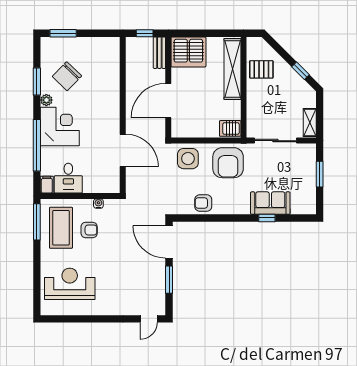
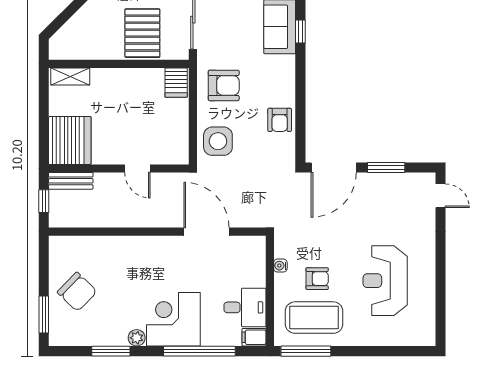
shelving: (232, 69) -> (70, 77), width x0.45, depth x0.75
pallet: (261, 69) -> (142, 33), moved, width x1.50, depth x1.42
chair: (67, 76) -> (77, 292), moved
door: (168, 101) -> (137, 168), width x0.53
door: (123, 150) -> (207, 232), hinge flipped
armchair: (228, 163) -> (224, 85), width x0.73, depth x0.73
armchair: (89, 230) -> (317, 279), turned 90
reception desk: (70, 284) -> (385, 281), moved

